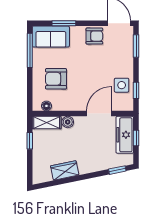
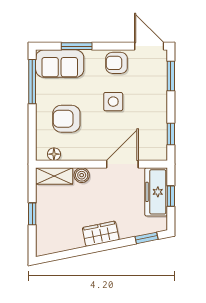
armchair: (94, 36) -> (117, 63), turned 180
side table: (122, 85) -> (113, 102), moved
window: (30, 141) -> (32, 214), moved
wardrobe: (65, 170) -> (101, 234), moved

